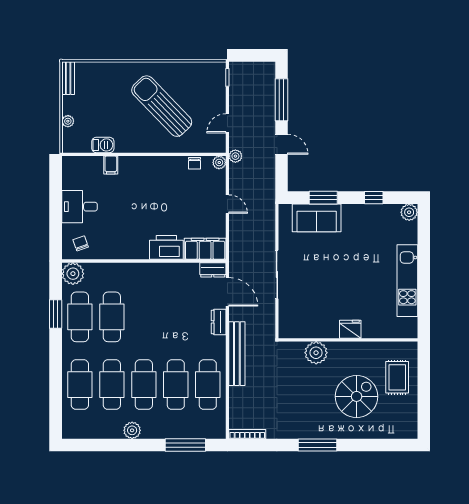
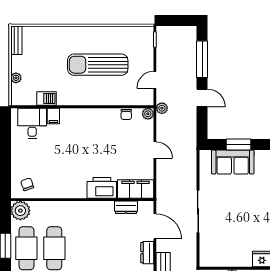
sun lounger: (162, 106) -> (98, 65), turned -46
desk: (80, 207) -> (32, 123), moved, turned 90
dresser: (213, 270) -> (126, 207), moved

